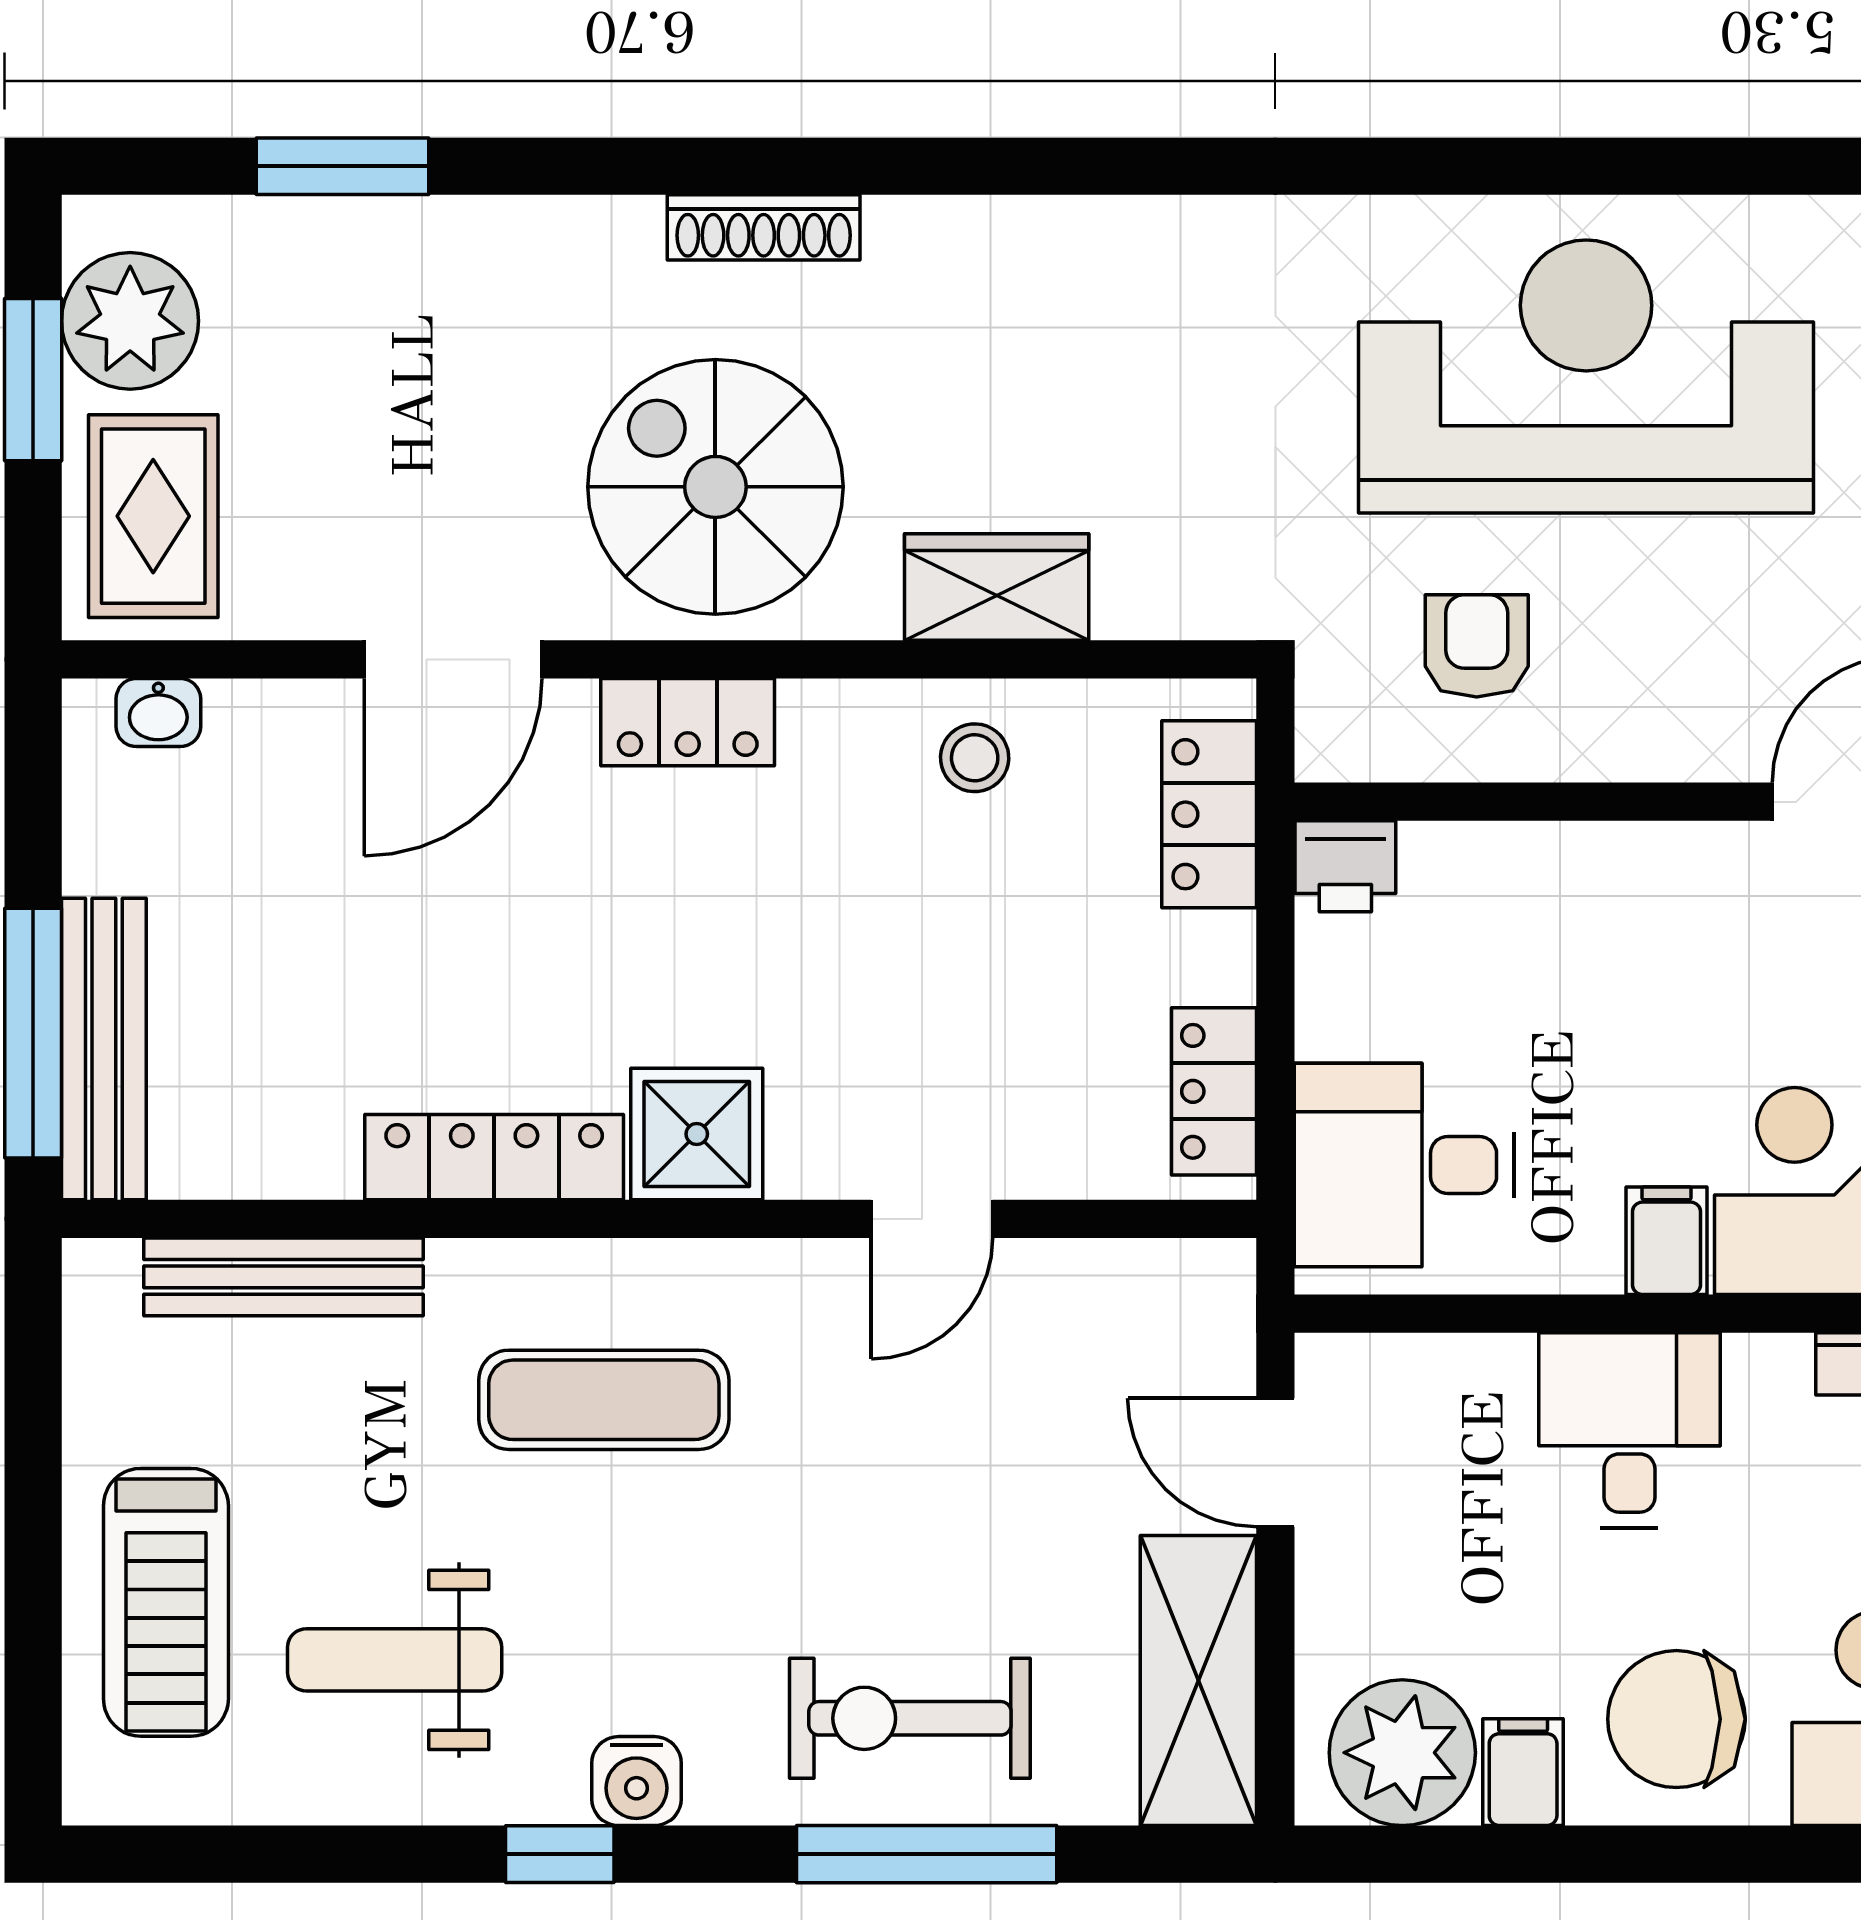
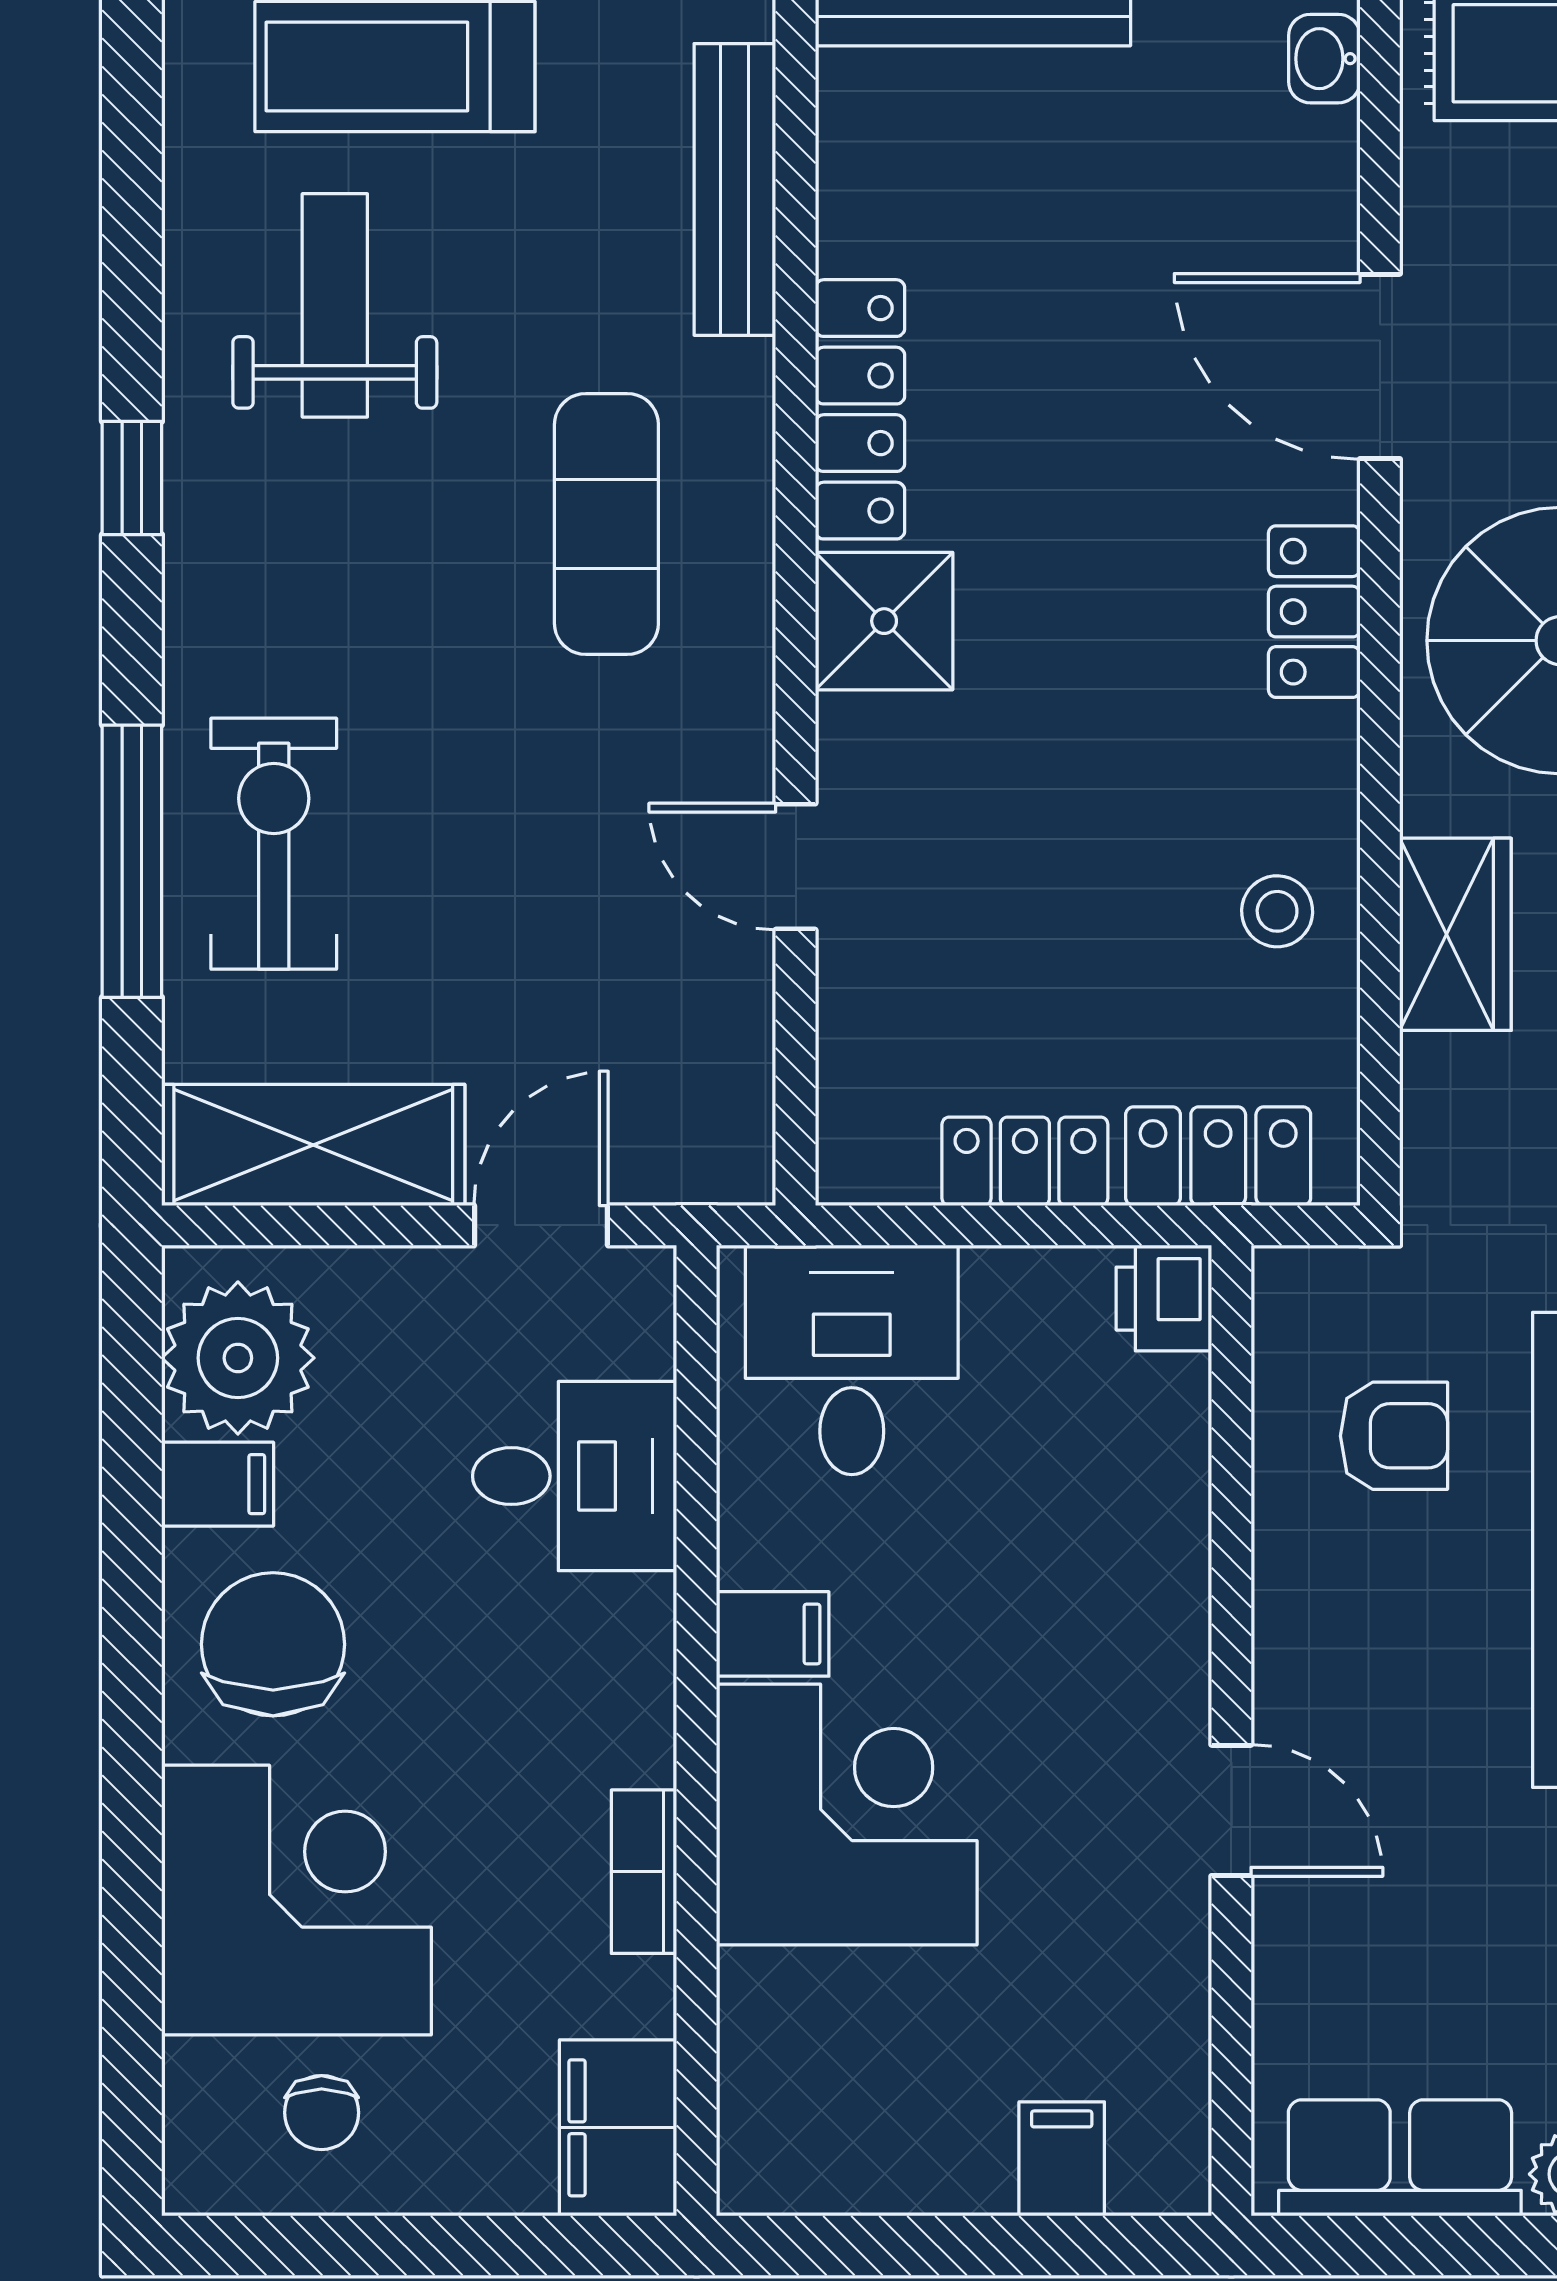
locker: (1214, 1091) -> (1025, 1161), moved
desk: (1629, 1430) -> (575, 1476), moved
water cooler: (636, 1781) -> (208, 558), removed

